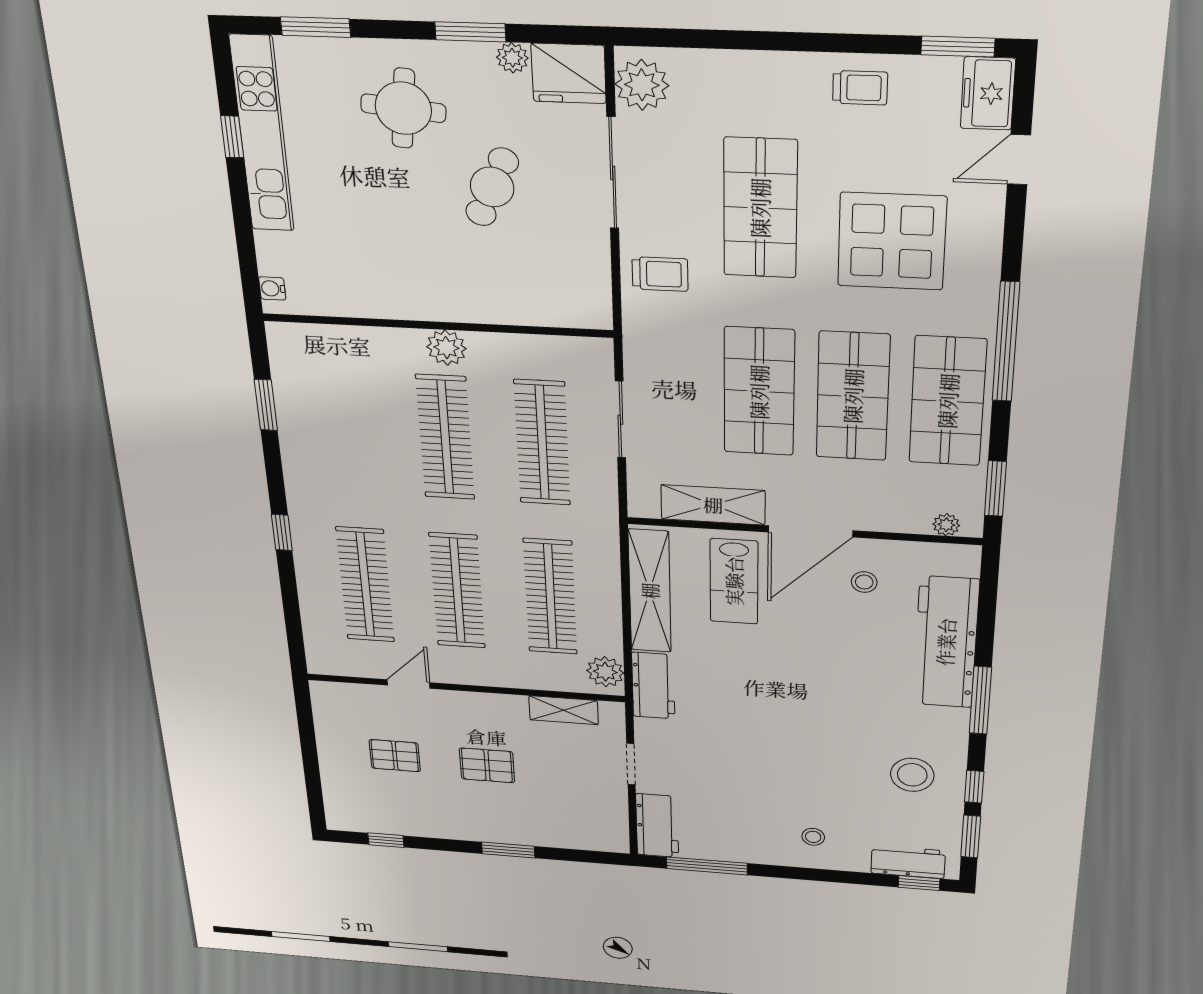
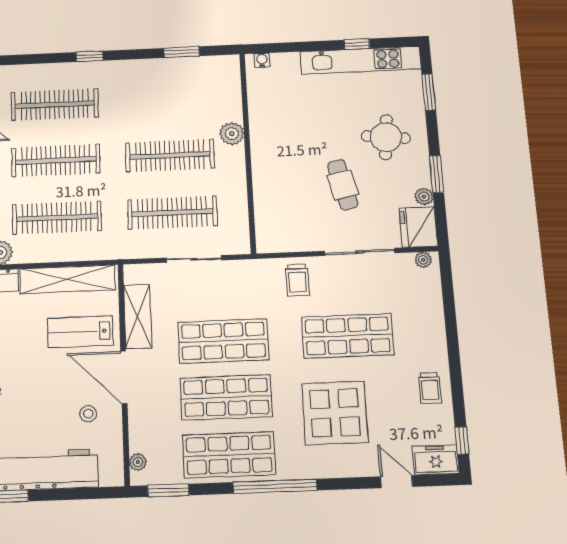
window: (958, 47) -> (462, 440), width x0.67
plant: (642, 85) -> (423, 260), width x0.53, depth x0.53
cafe table: (492, 187) -> (343, 185), turned 53
plant: (446, 348) -> (232, 134), moved

